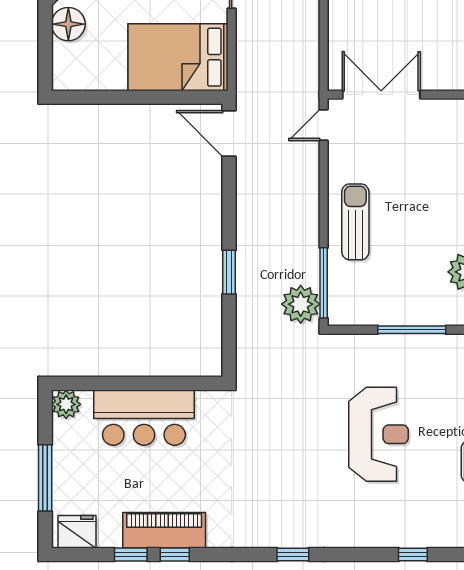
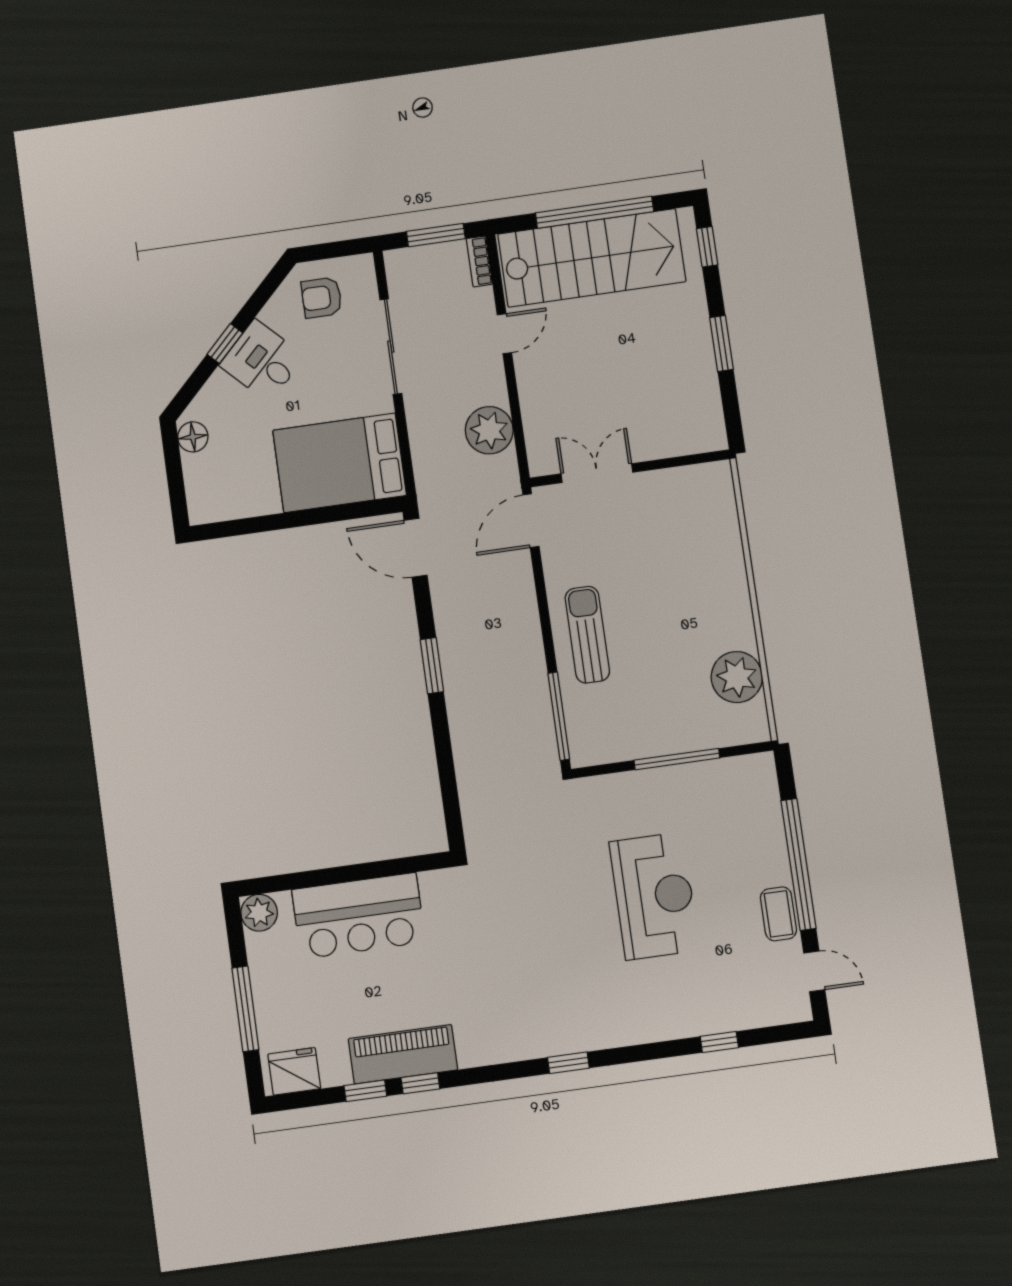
floor lamp: (68, 24) -> (193, 437), width x0.73, depth x0.73
double door: (381, 95) -> (597, 473), width x0.73
door: (324, 125) -> (531, 521), width x1.37
window: (229, 272) -> (432, 666), moved
plant: (301, 304) -> (489, 430), moved

